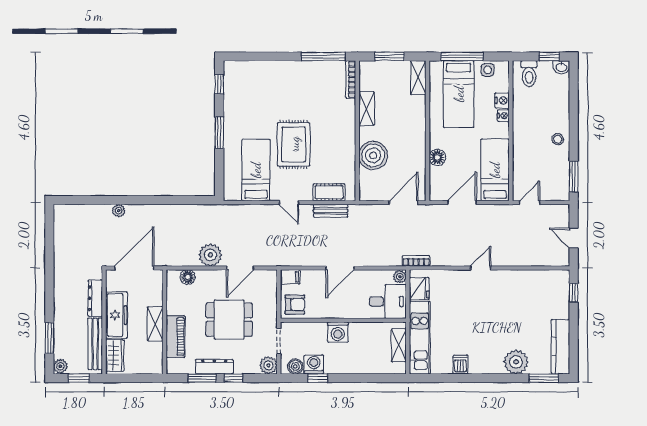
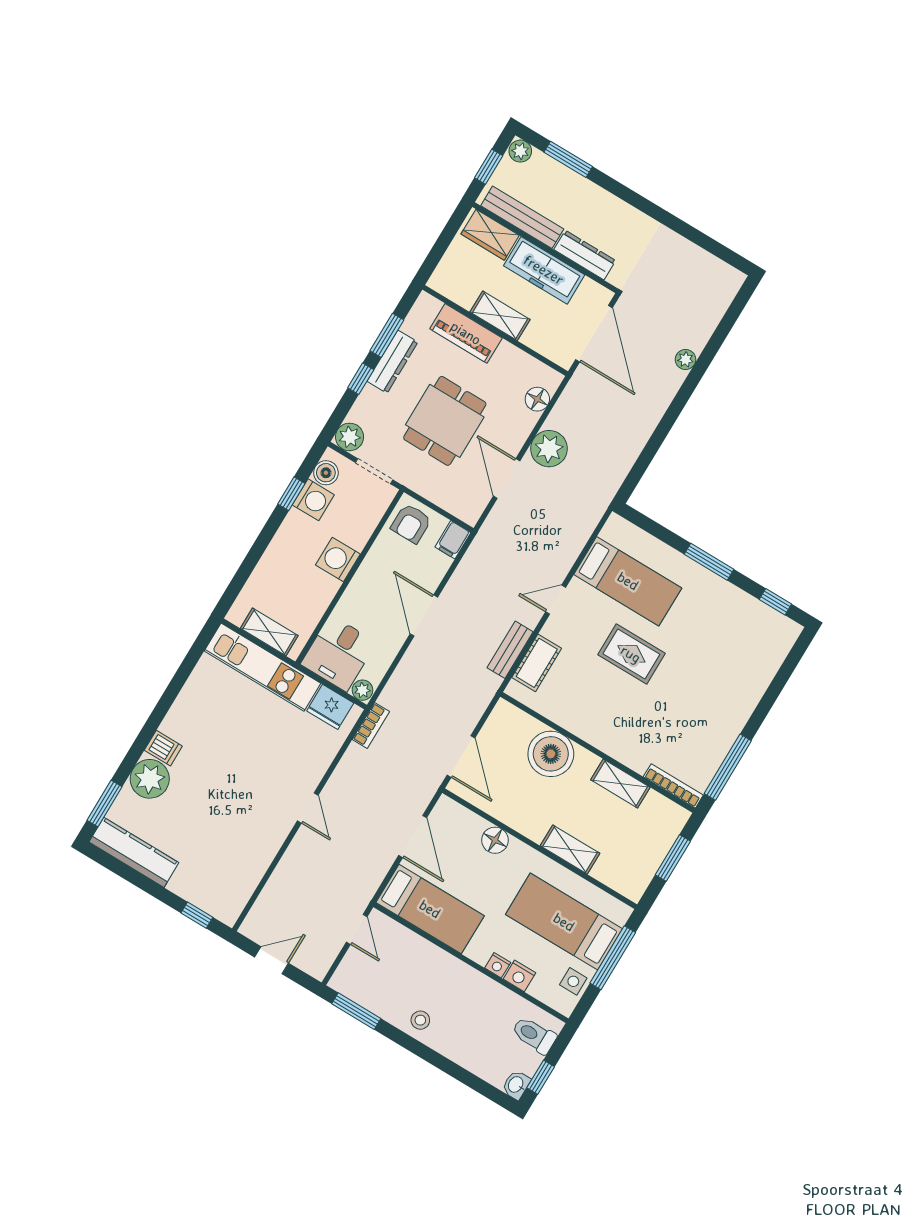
shelving: (418, 78) -> (570, 850), moved
rug: (294, 144) -> (631, 654), width x0.73, depth x0.70
dishwasher: (460, 365) -> (163, 748), moved

